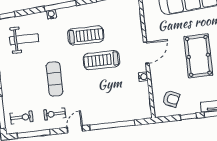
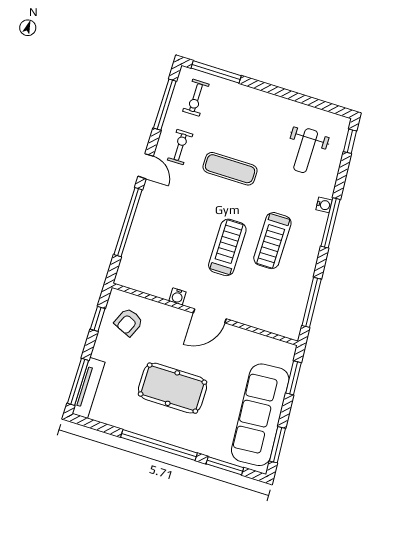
door: (146, 53) -> (210, 316), hinge flipped
window: (188, 117) -> (98, 319), moved

